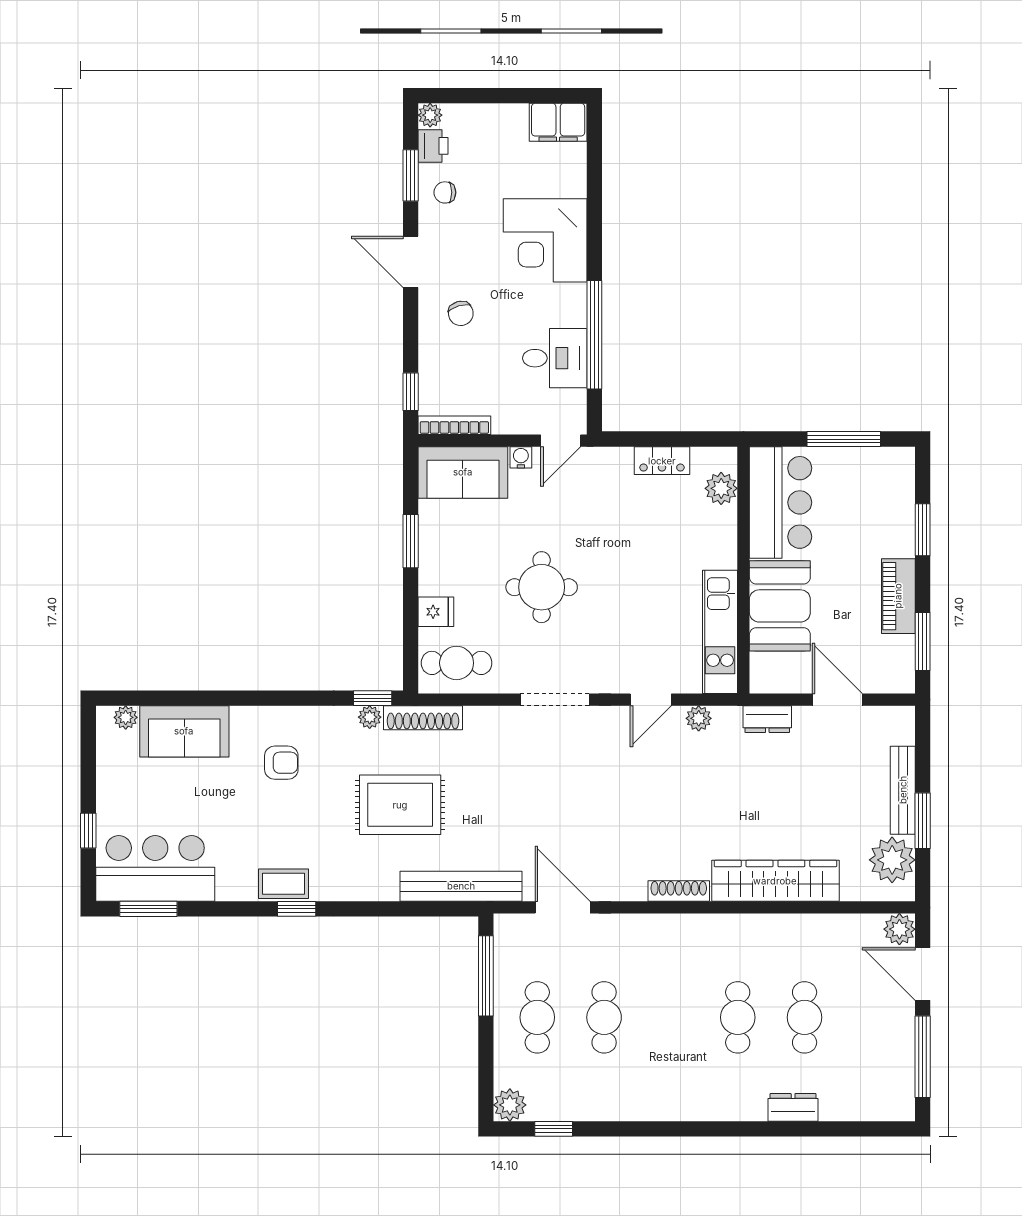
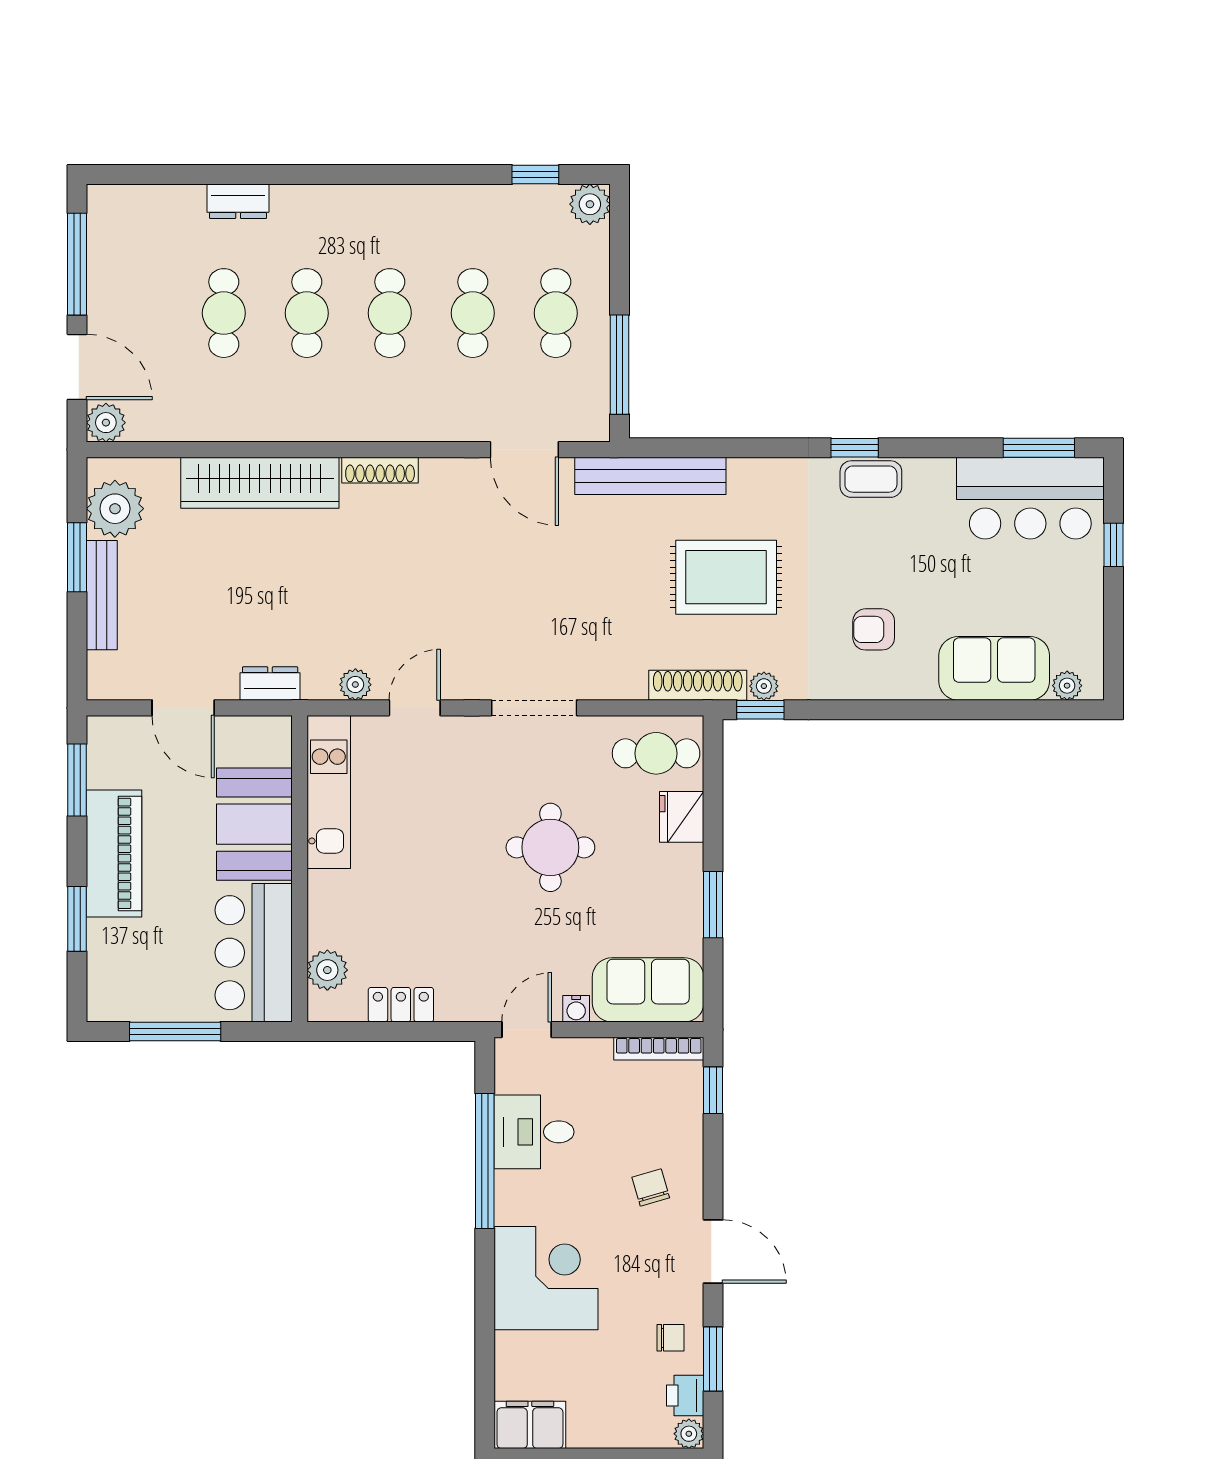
piano: (898, 596) -> (114, 853), width x1.37, depth x1.33
fridge: (436, 612) -> (682, 817), width x1.38
cafe table: (671, 1017) -> (390, 313), added

